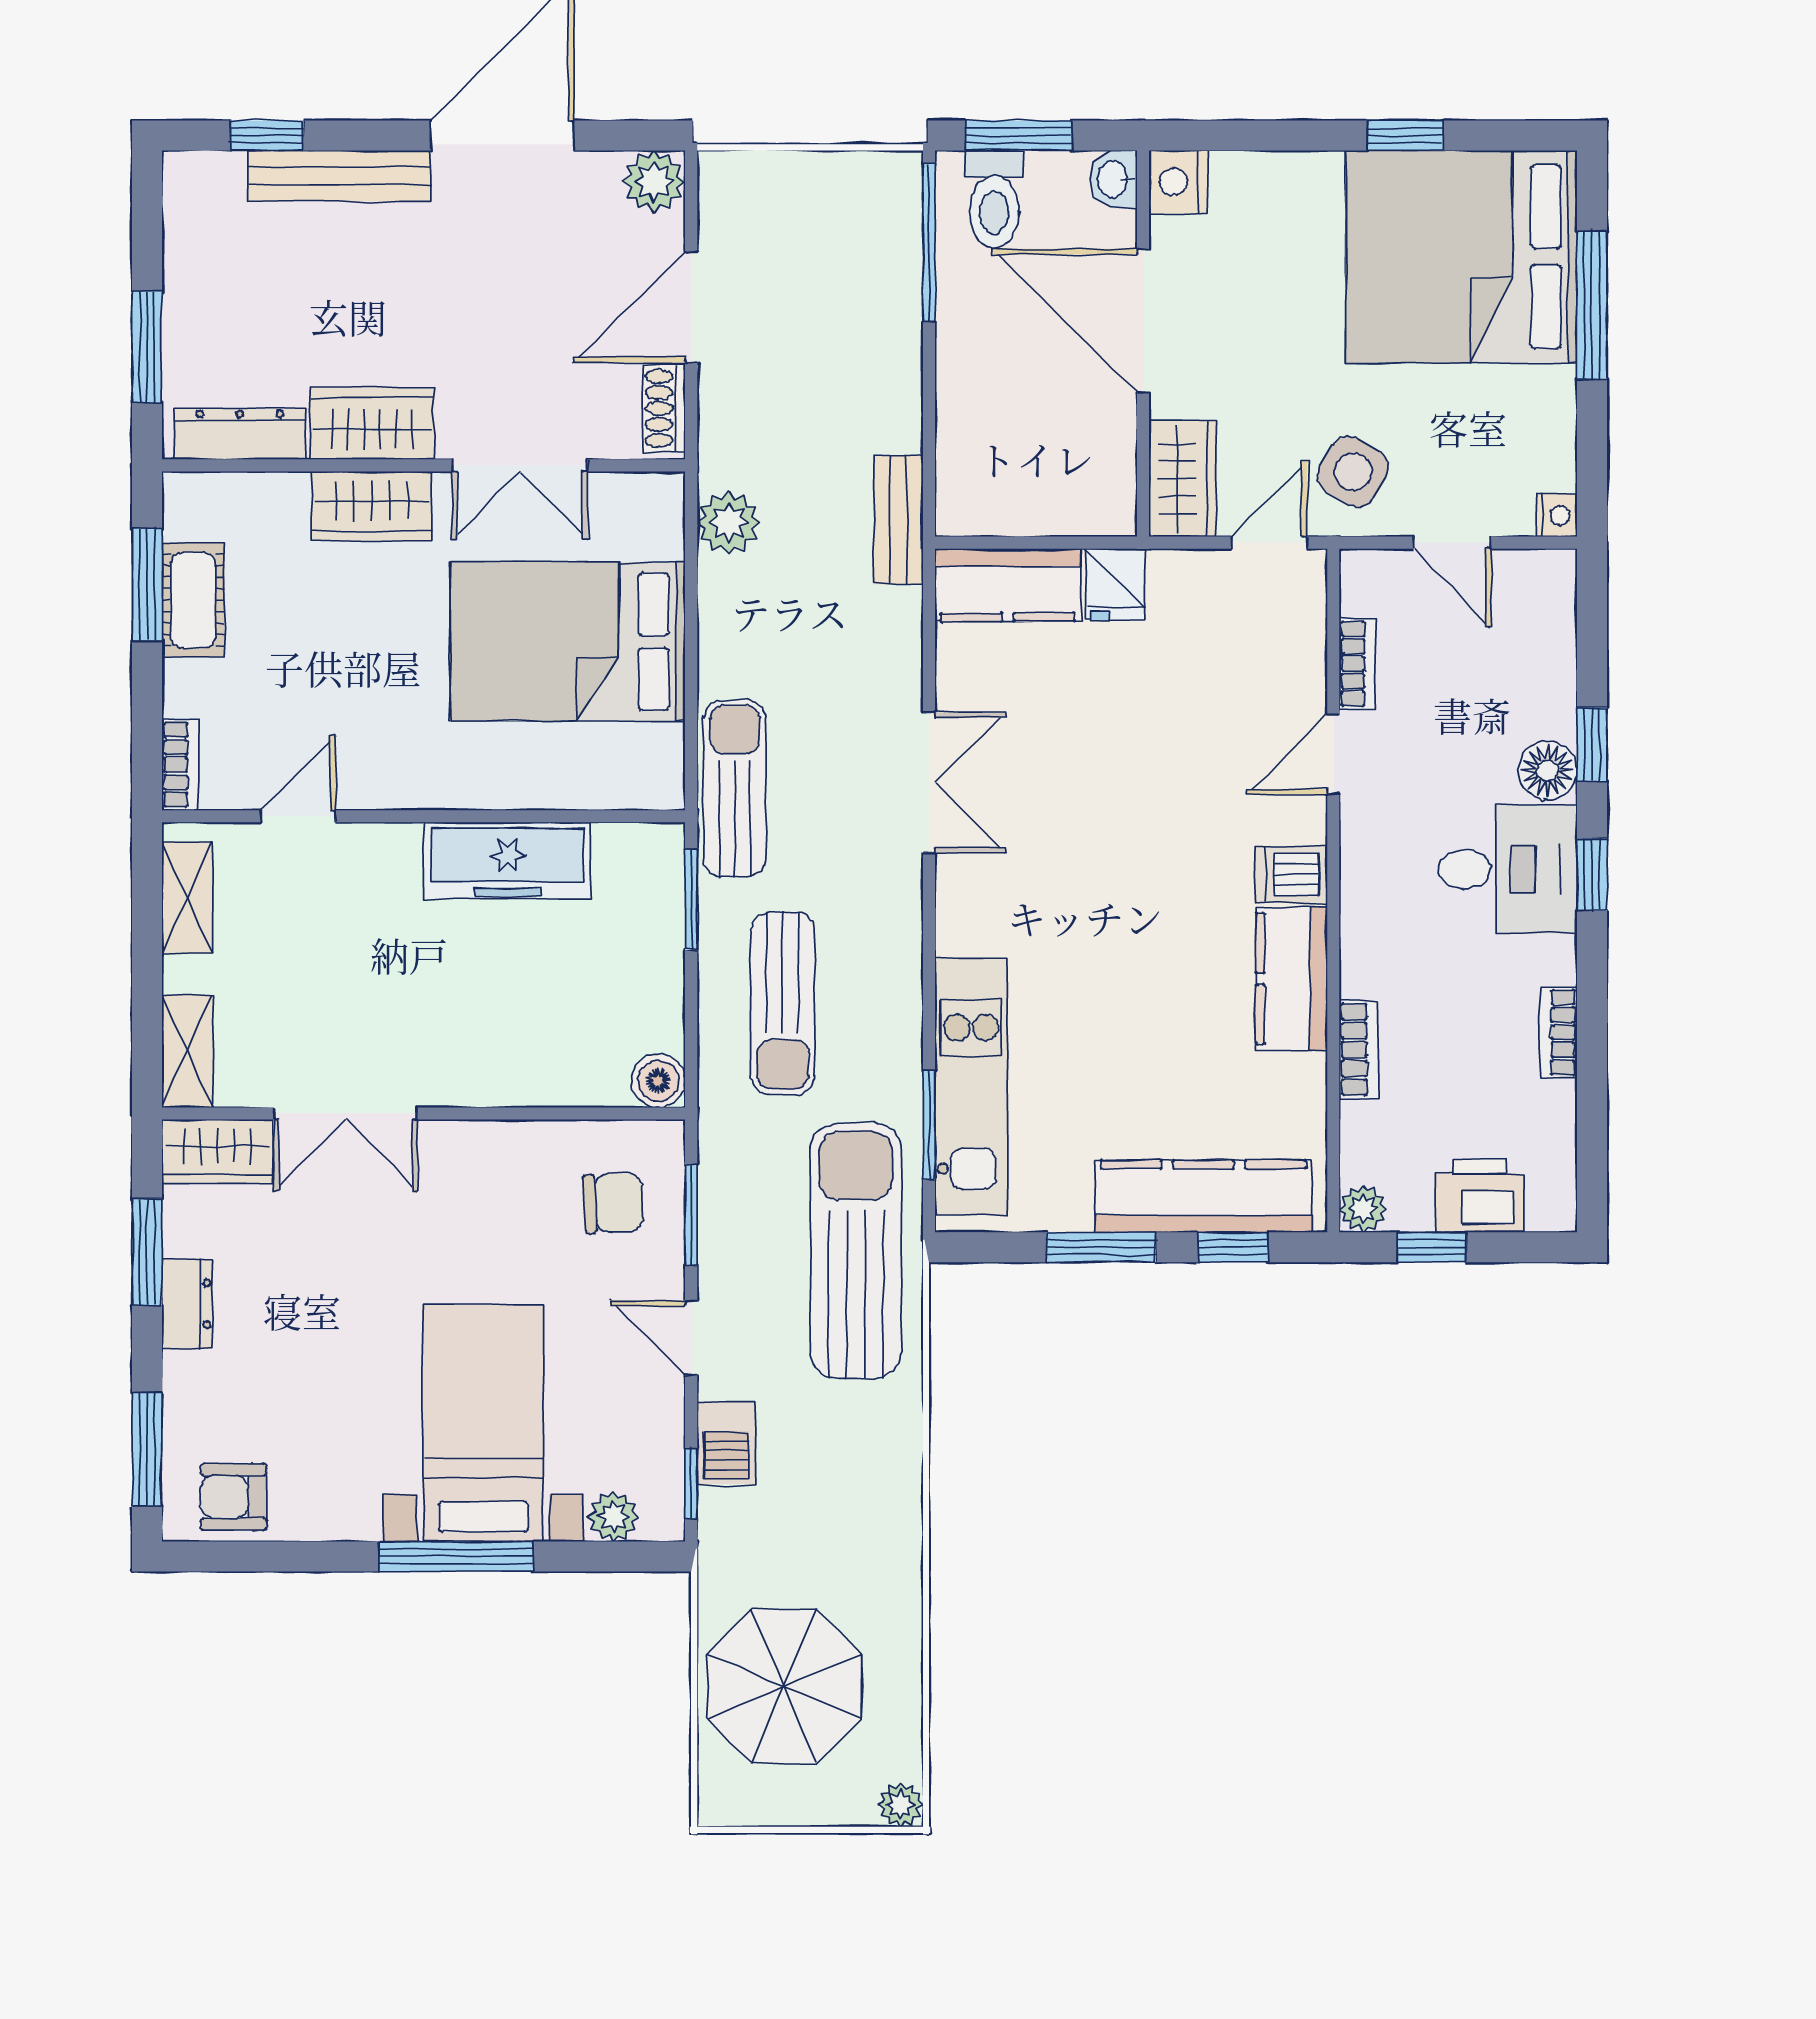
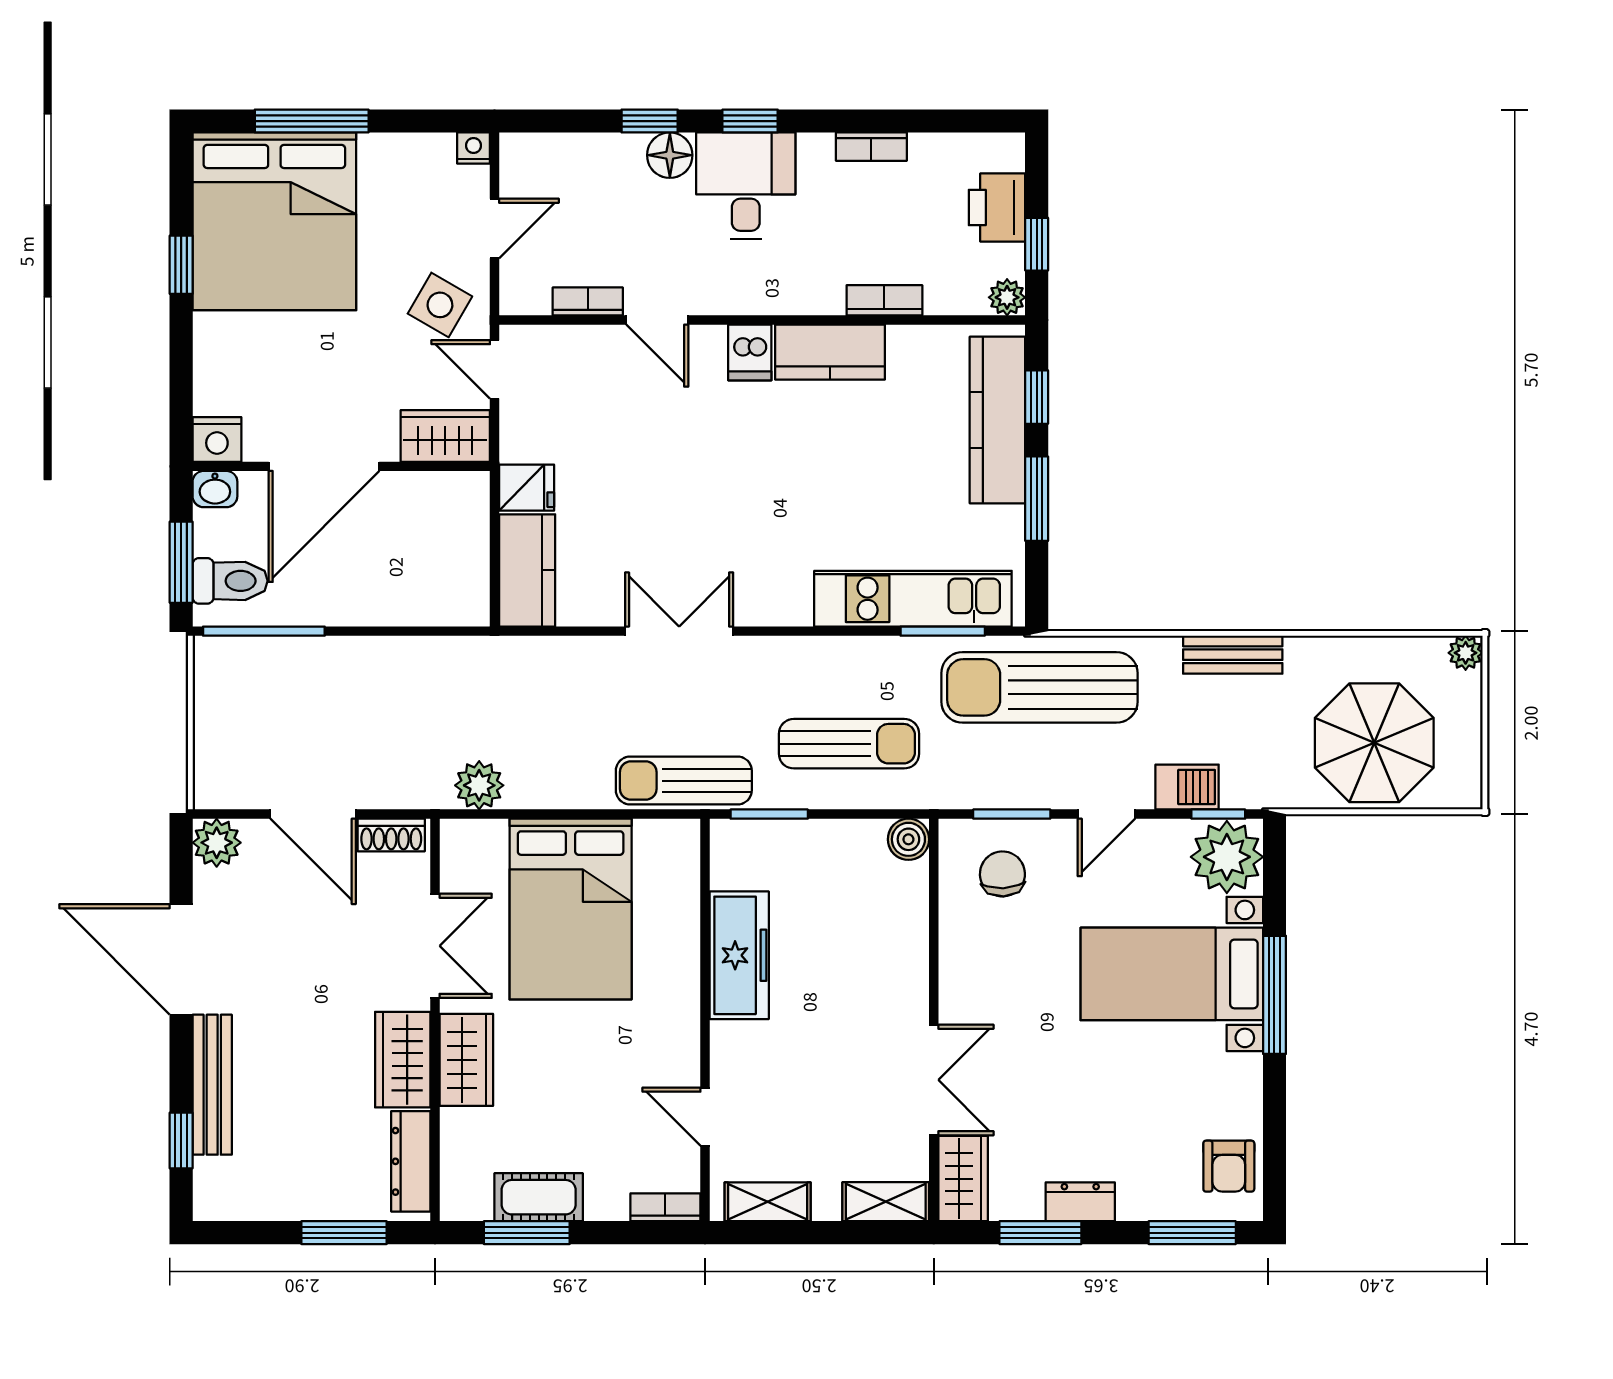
bench: (898, 520) -> (1233, 655), moved
plant: (613, 1516) -> (1227, 857), width x1.88, depth x1.88

